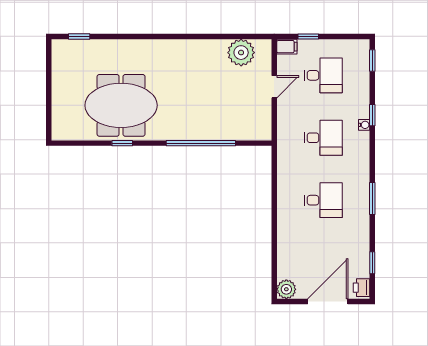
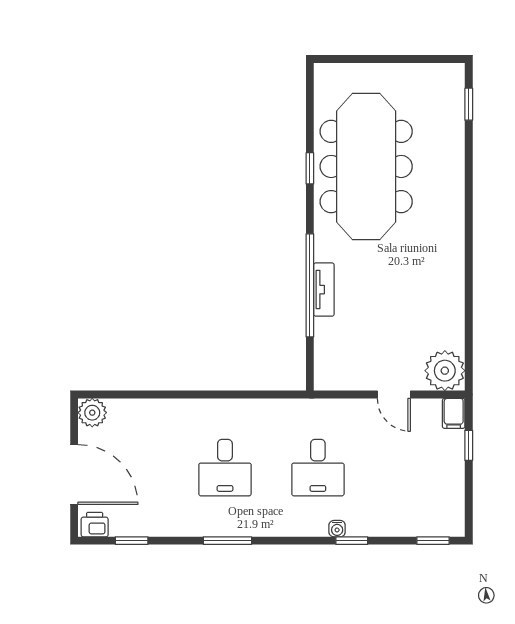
plant: (241, 53) -> (445, 371), moved
desk: (323, 75) -> (411, 468), removed
meeting table: (121, 105) -> (366, 166), width x1.36
tv unit: (204, 134) -> (324, 290), added

